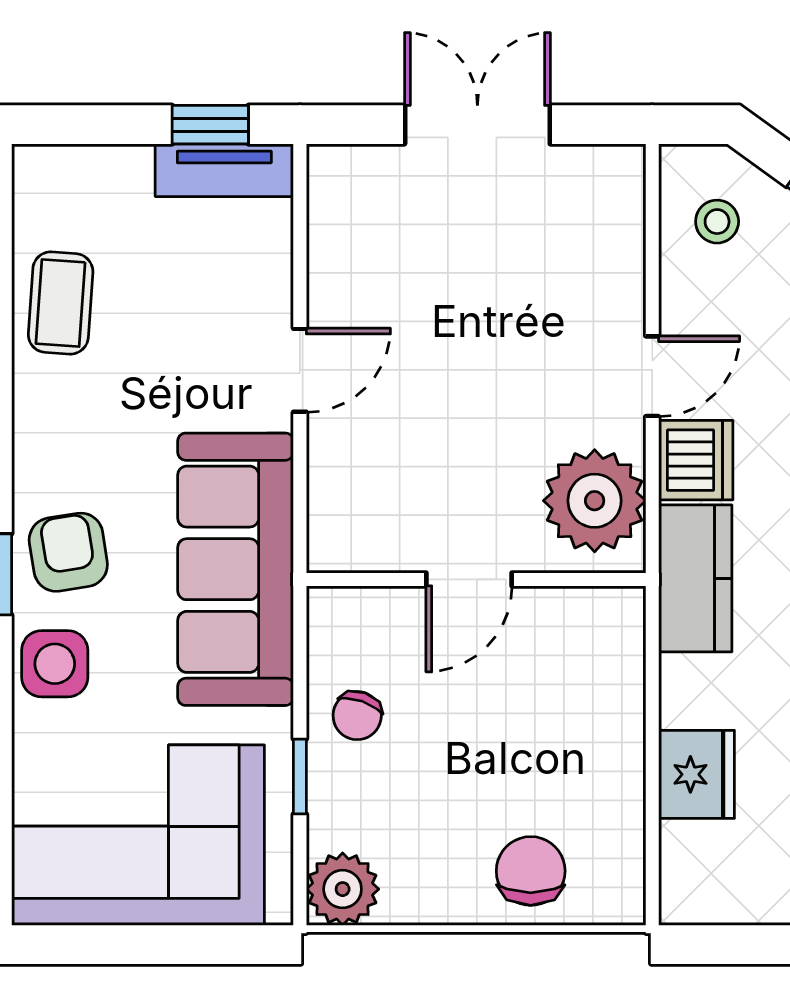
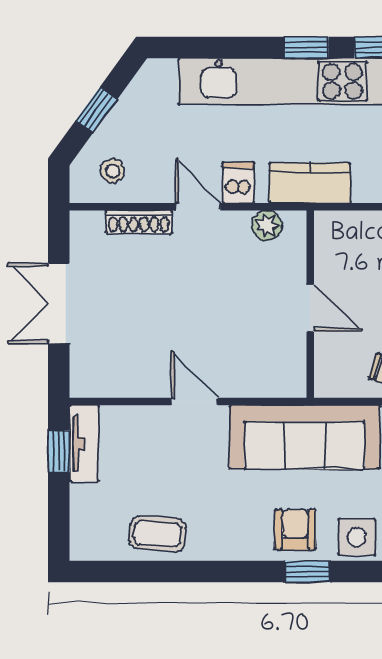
shoe rack: (625, 269) -> (139, 222), added
dishwasher: (696, 460) -> (238, 183), width x0.73
plant: (595, 501) -> (267, 225), width x0.53, depth x0.53
armchair: (68, 552) -> (295, 529), turned 99

